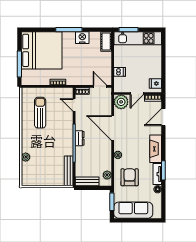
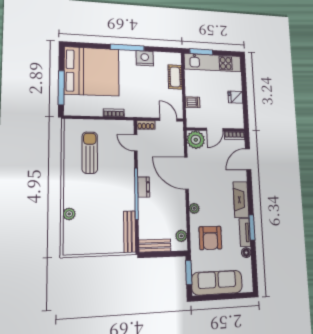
cot: (106, 41) -> (175, 77), moved
fridge: (155, 84) -> (235, 97), moved
armchair: (130, 177) -> (210, 238), turned 180

